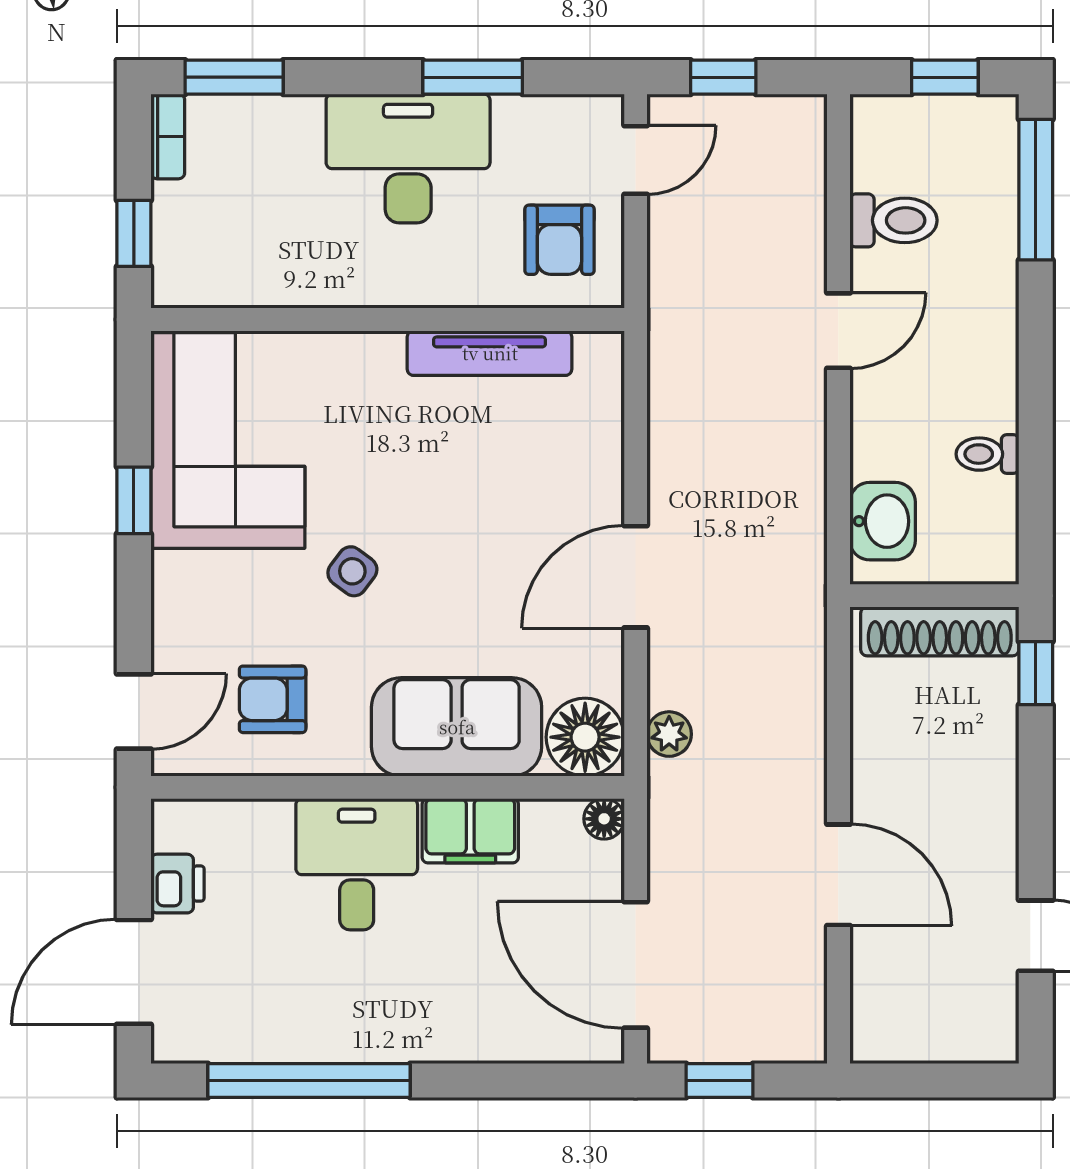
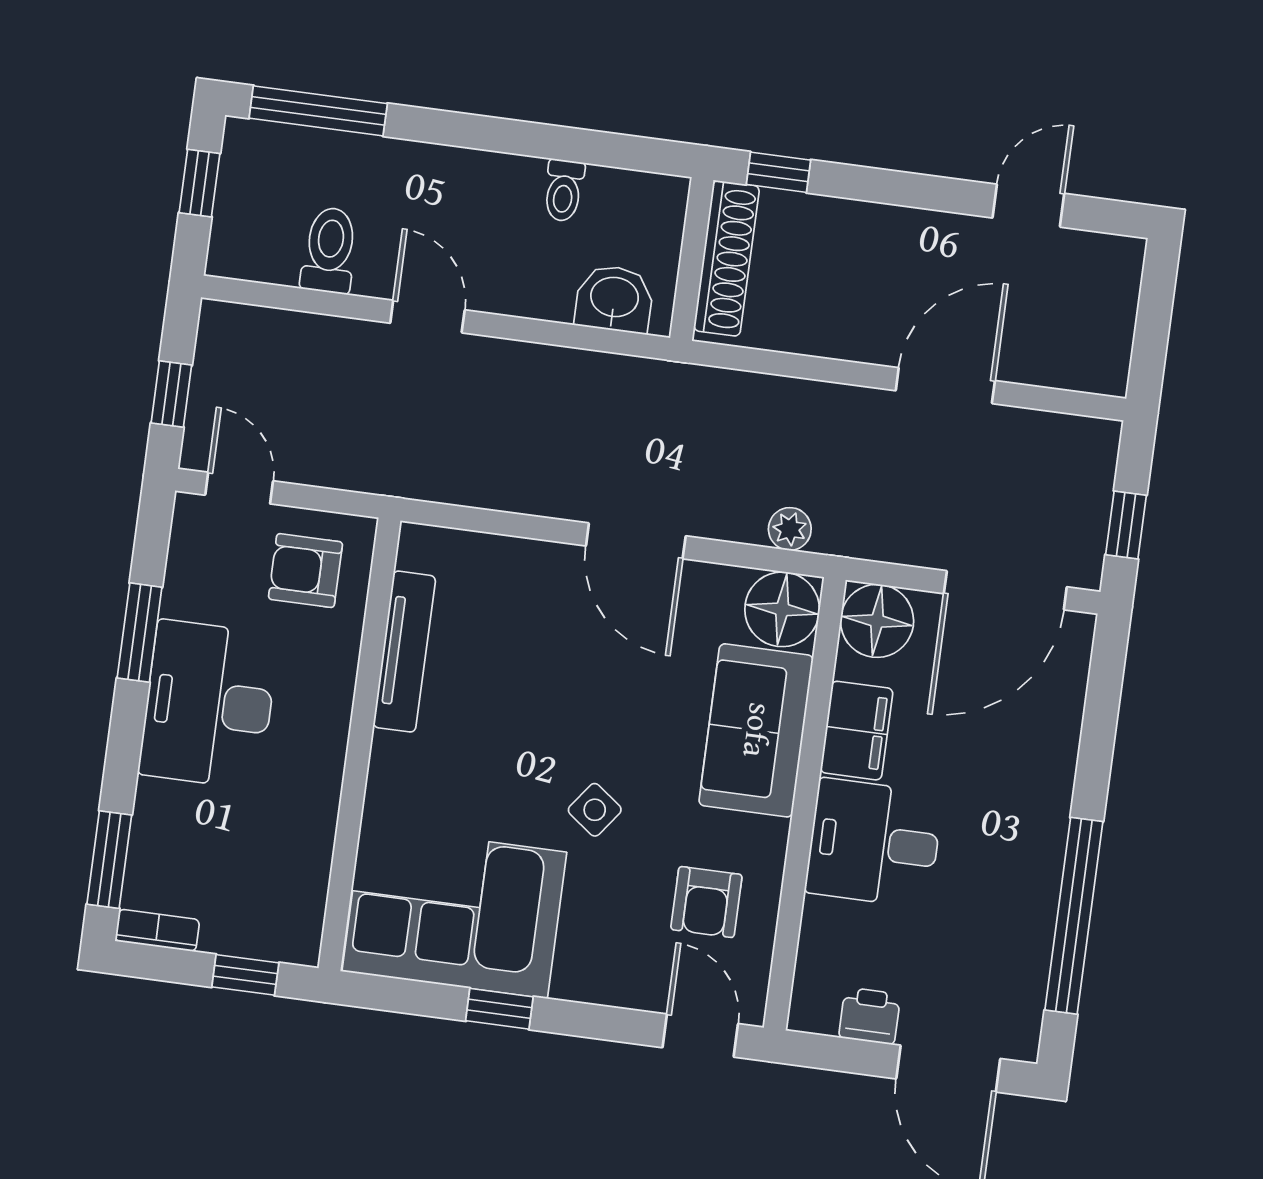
armchair: (559, 240) -> (305, 571), turned 180
floor lamp: (604, 819) -> (877, 621), width x1.89, depth x1.89

